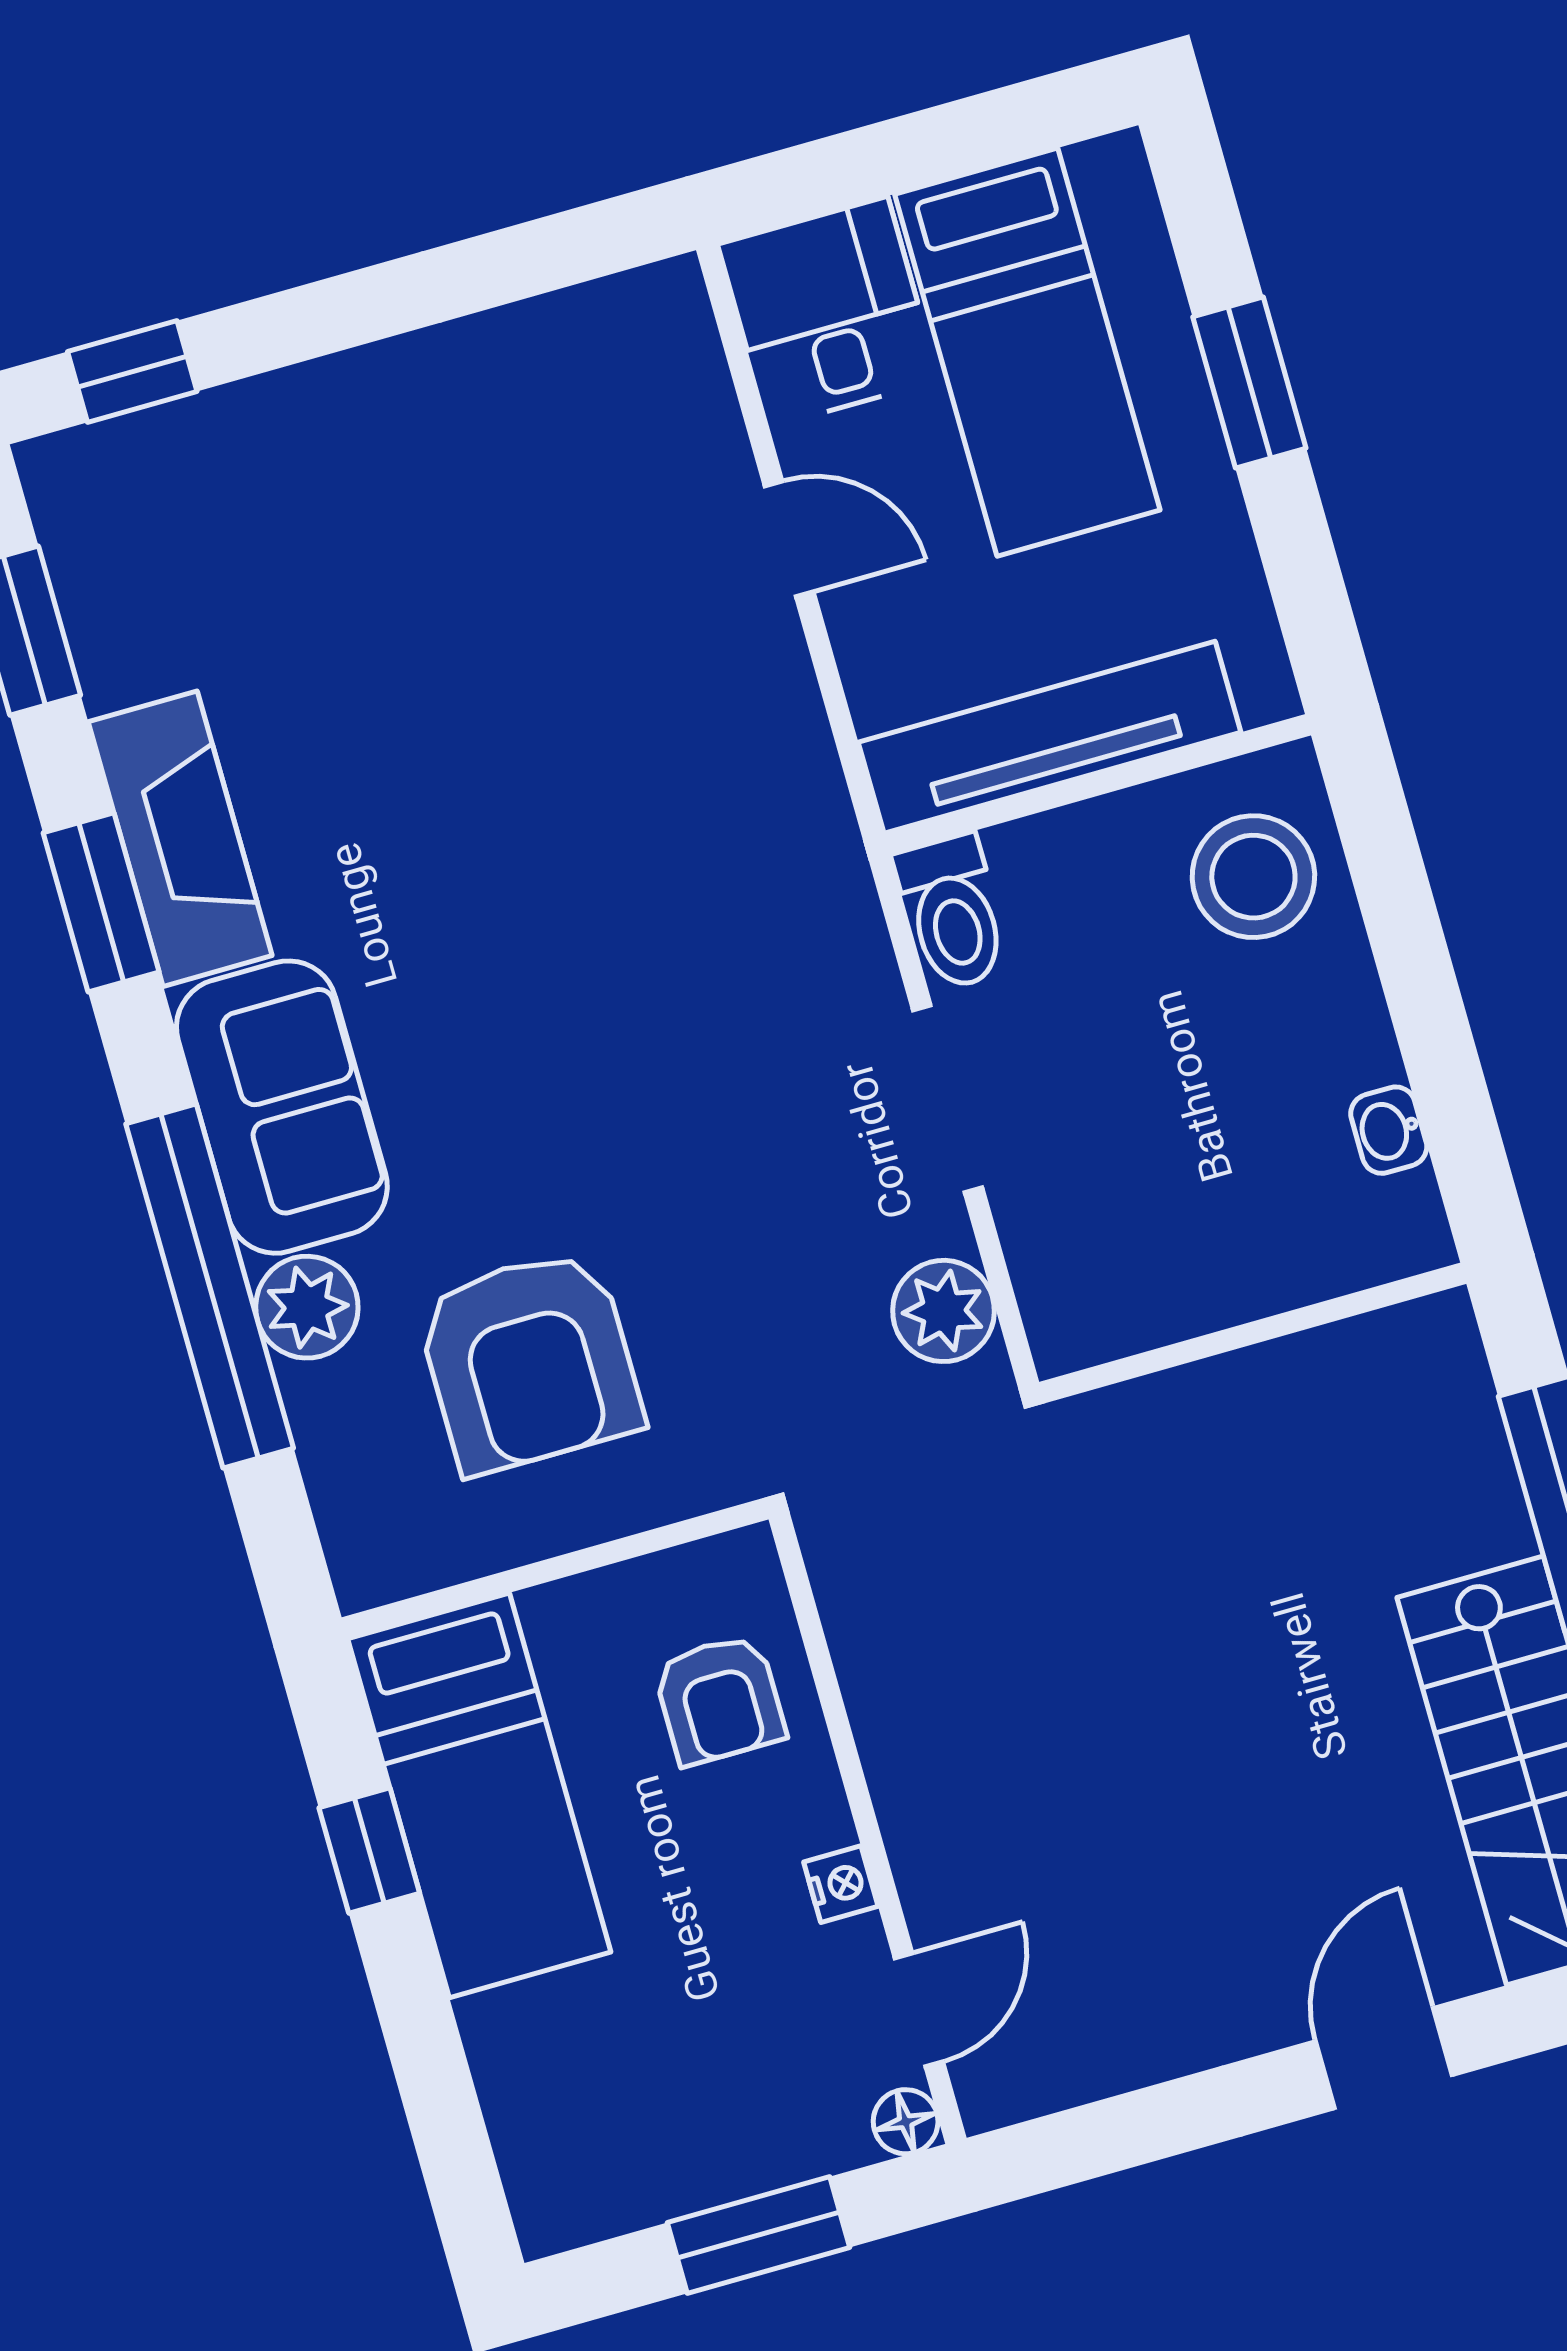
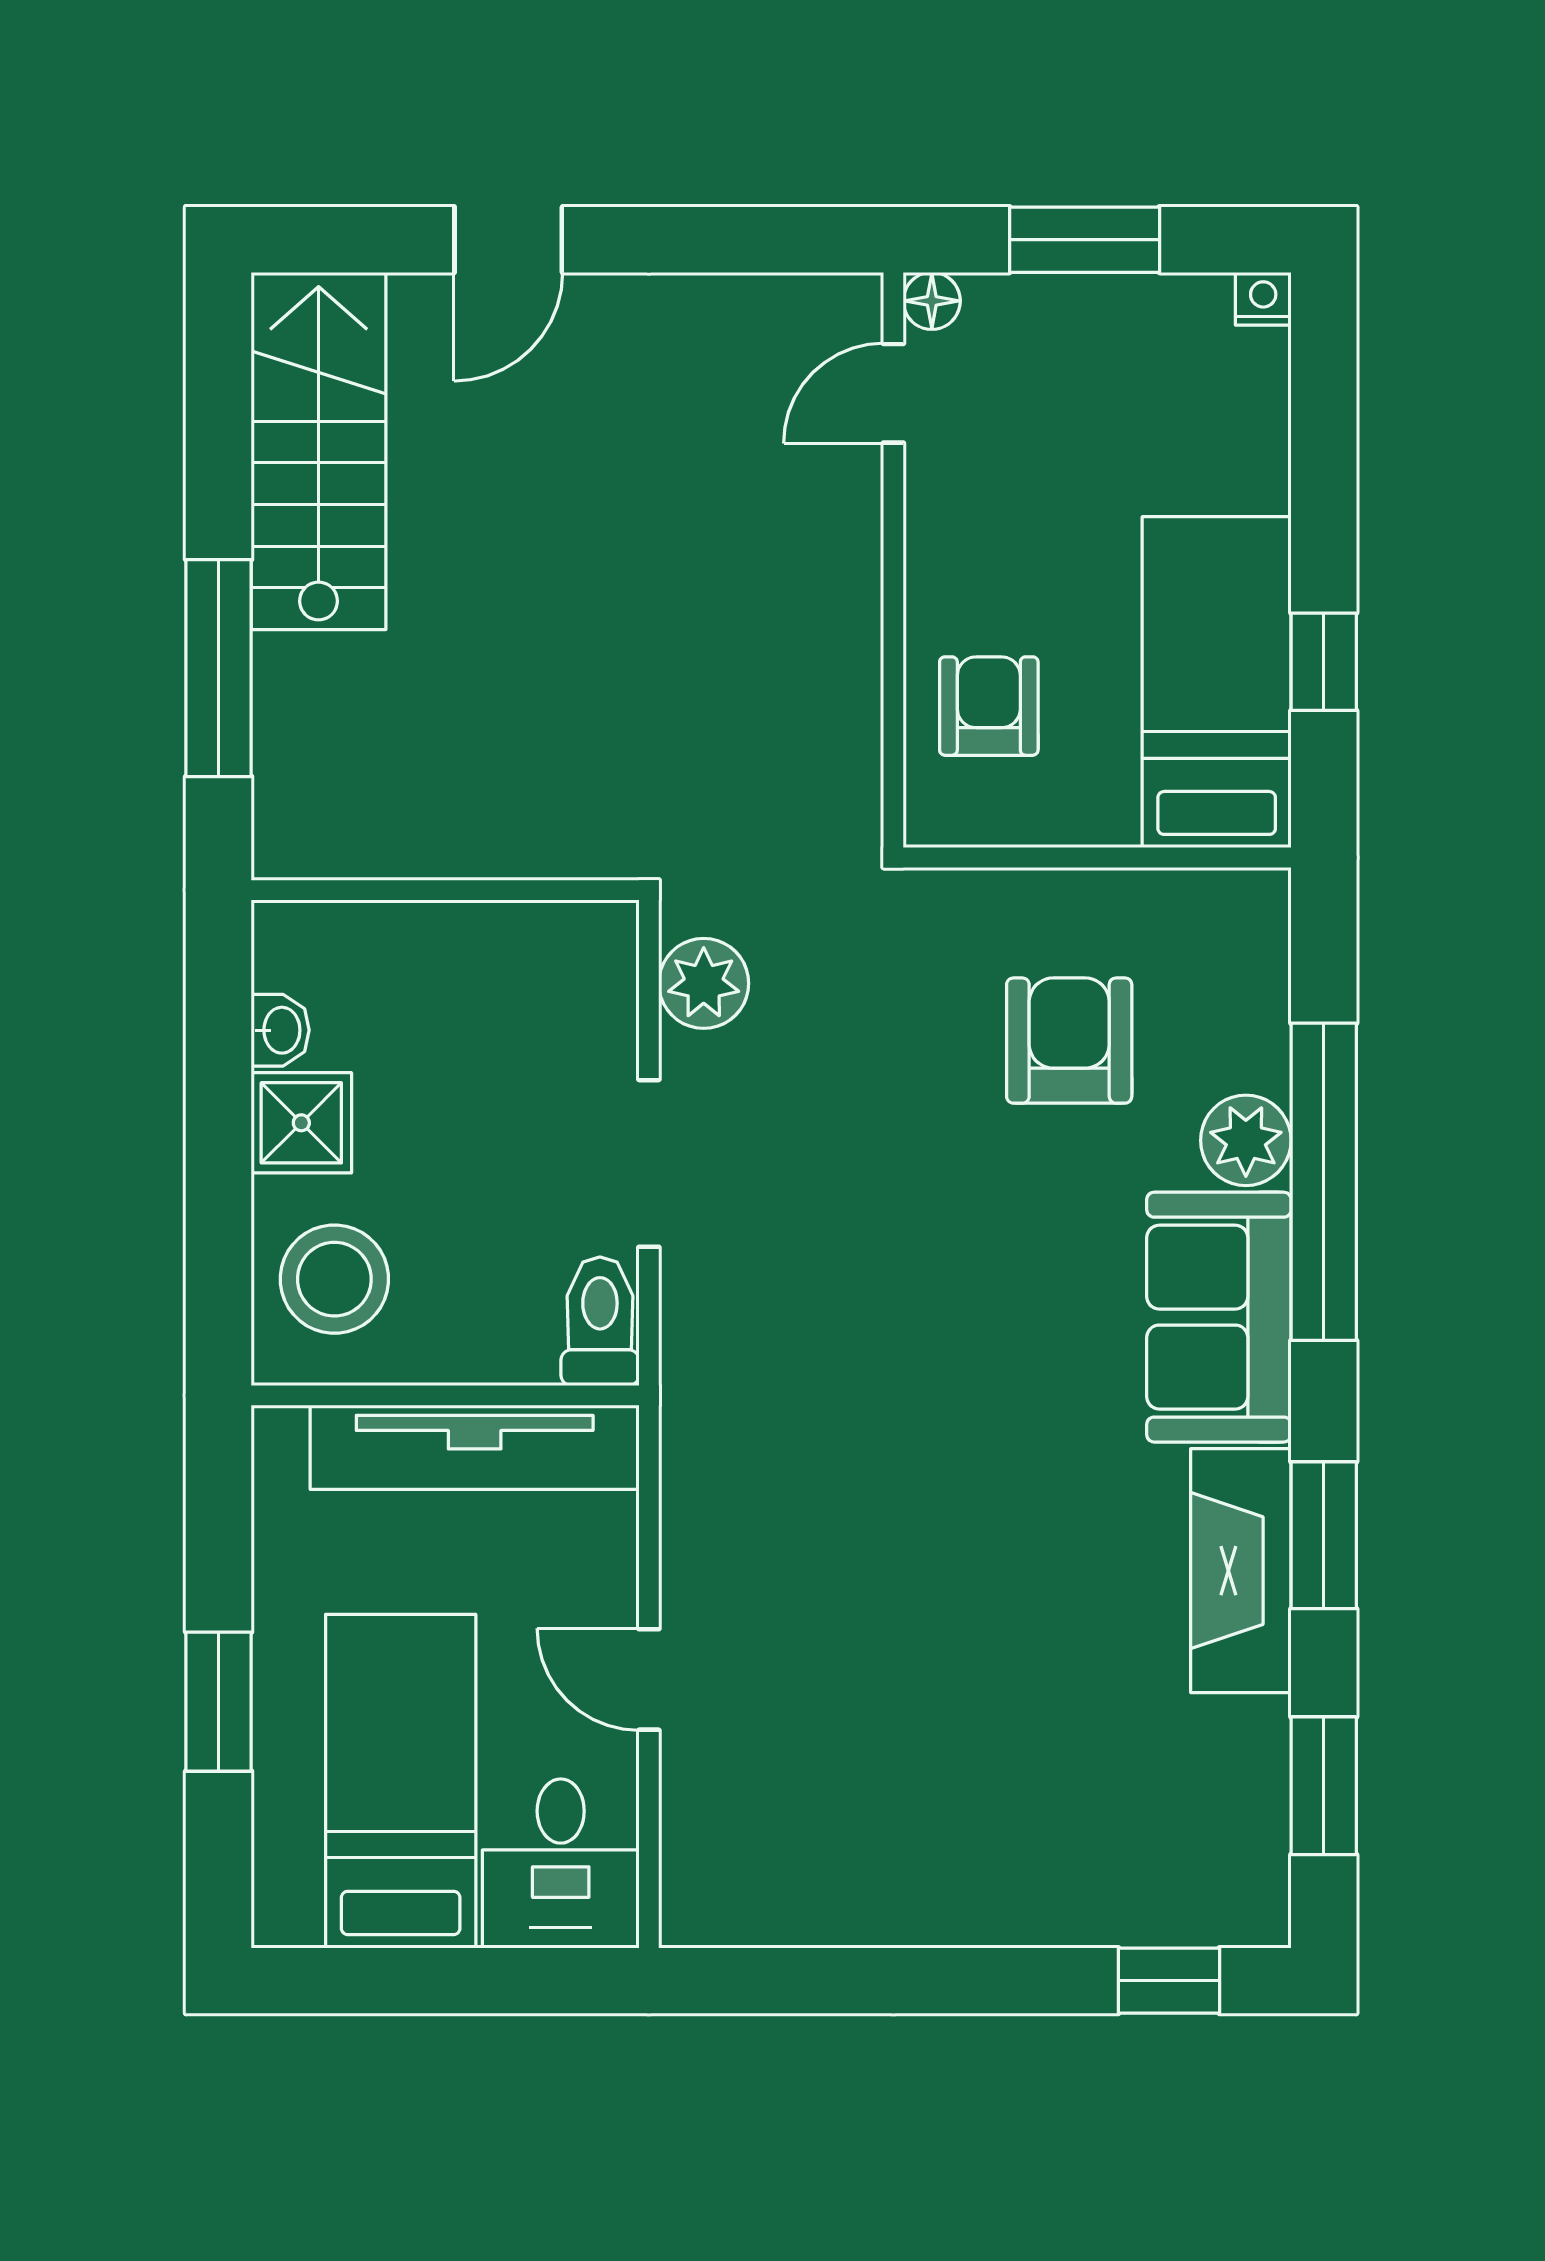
shower: (1337, 1036) -> (301, 1123), added
armchair: (529, 1361) -> (1069, 1041), width x0.73, depth x0.73
nightstand: (841, 1884) -> (1263, 299), moved, turned 90

